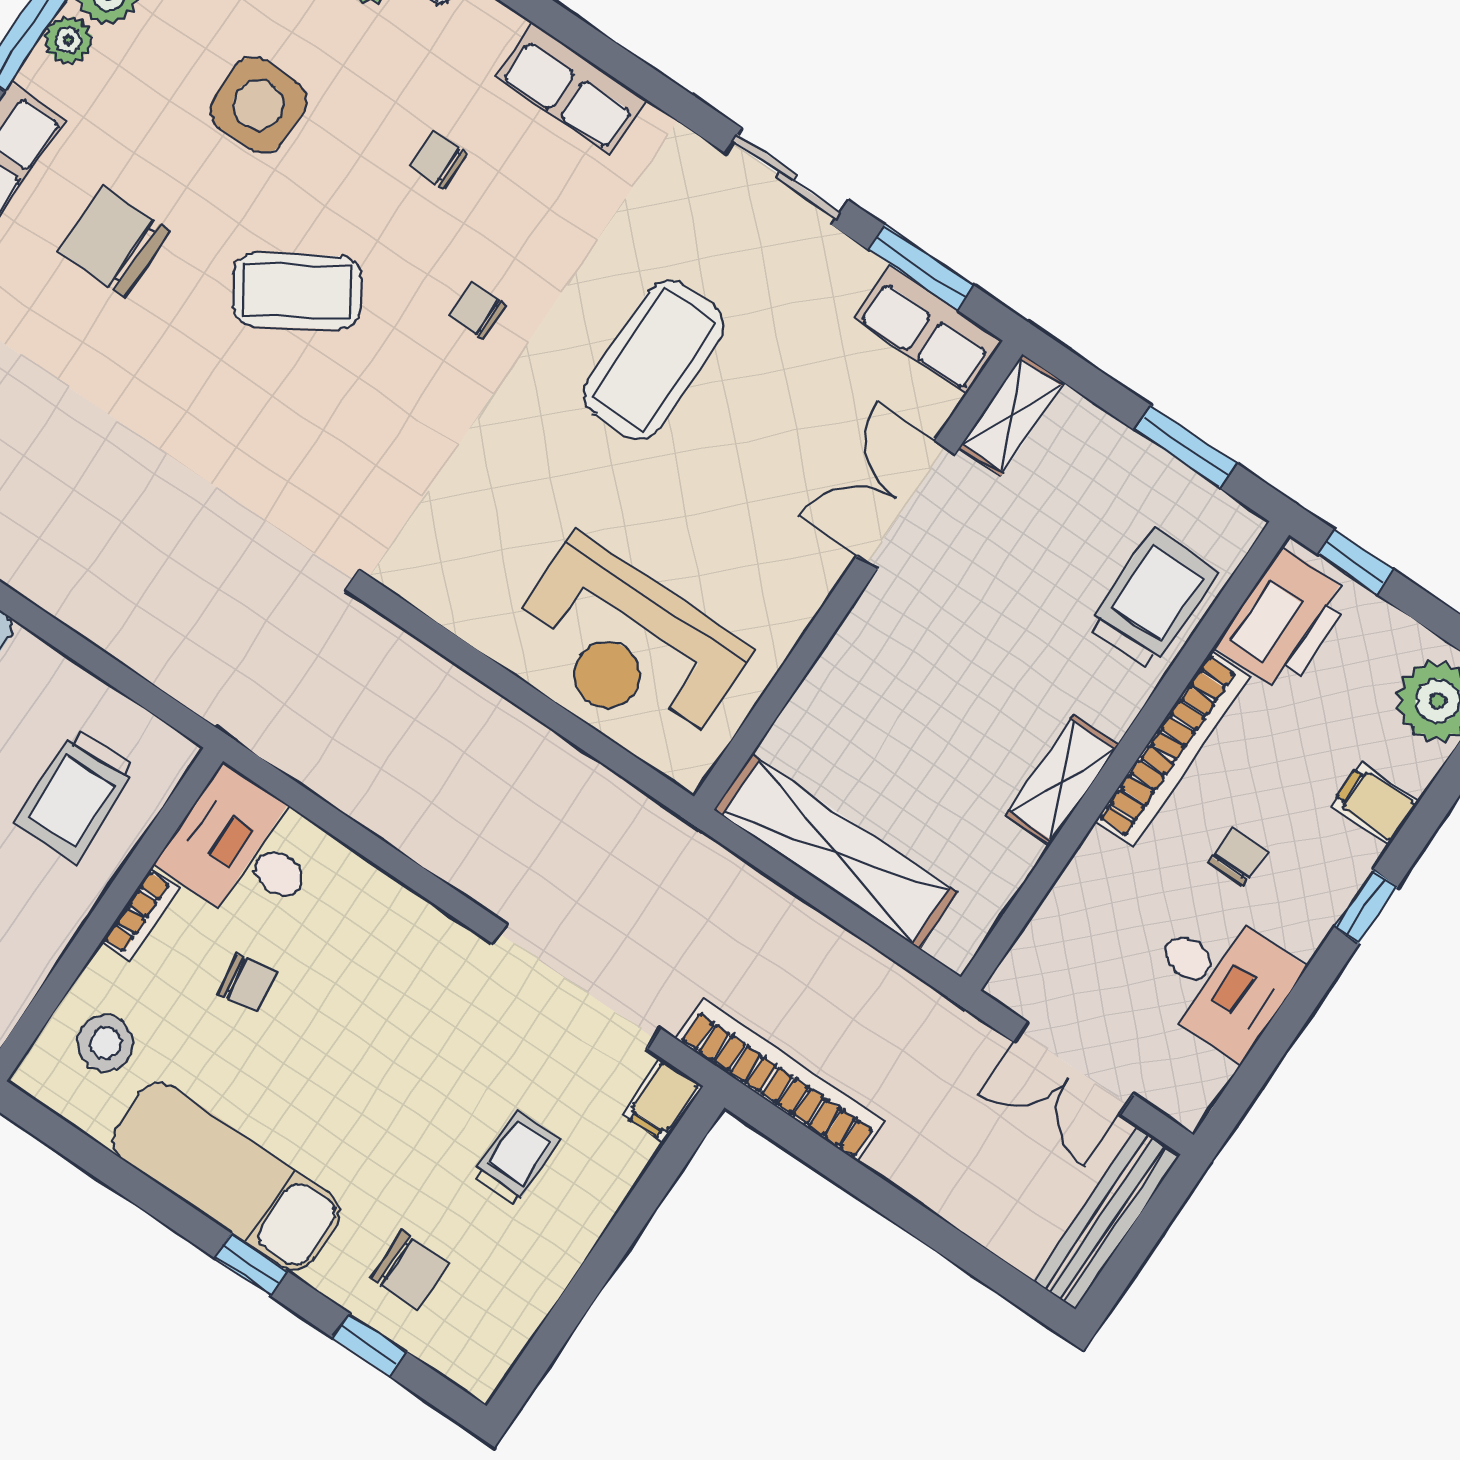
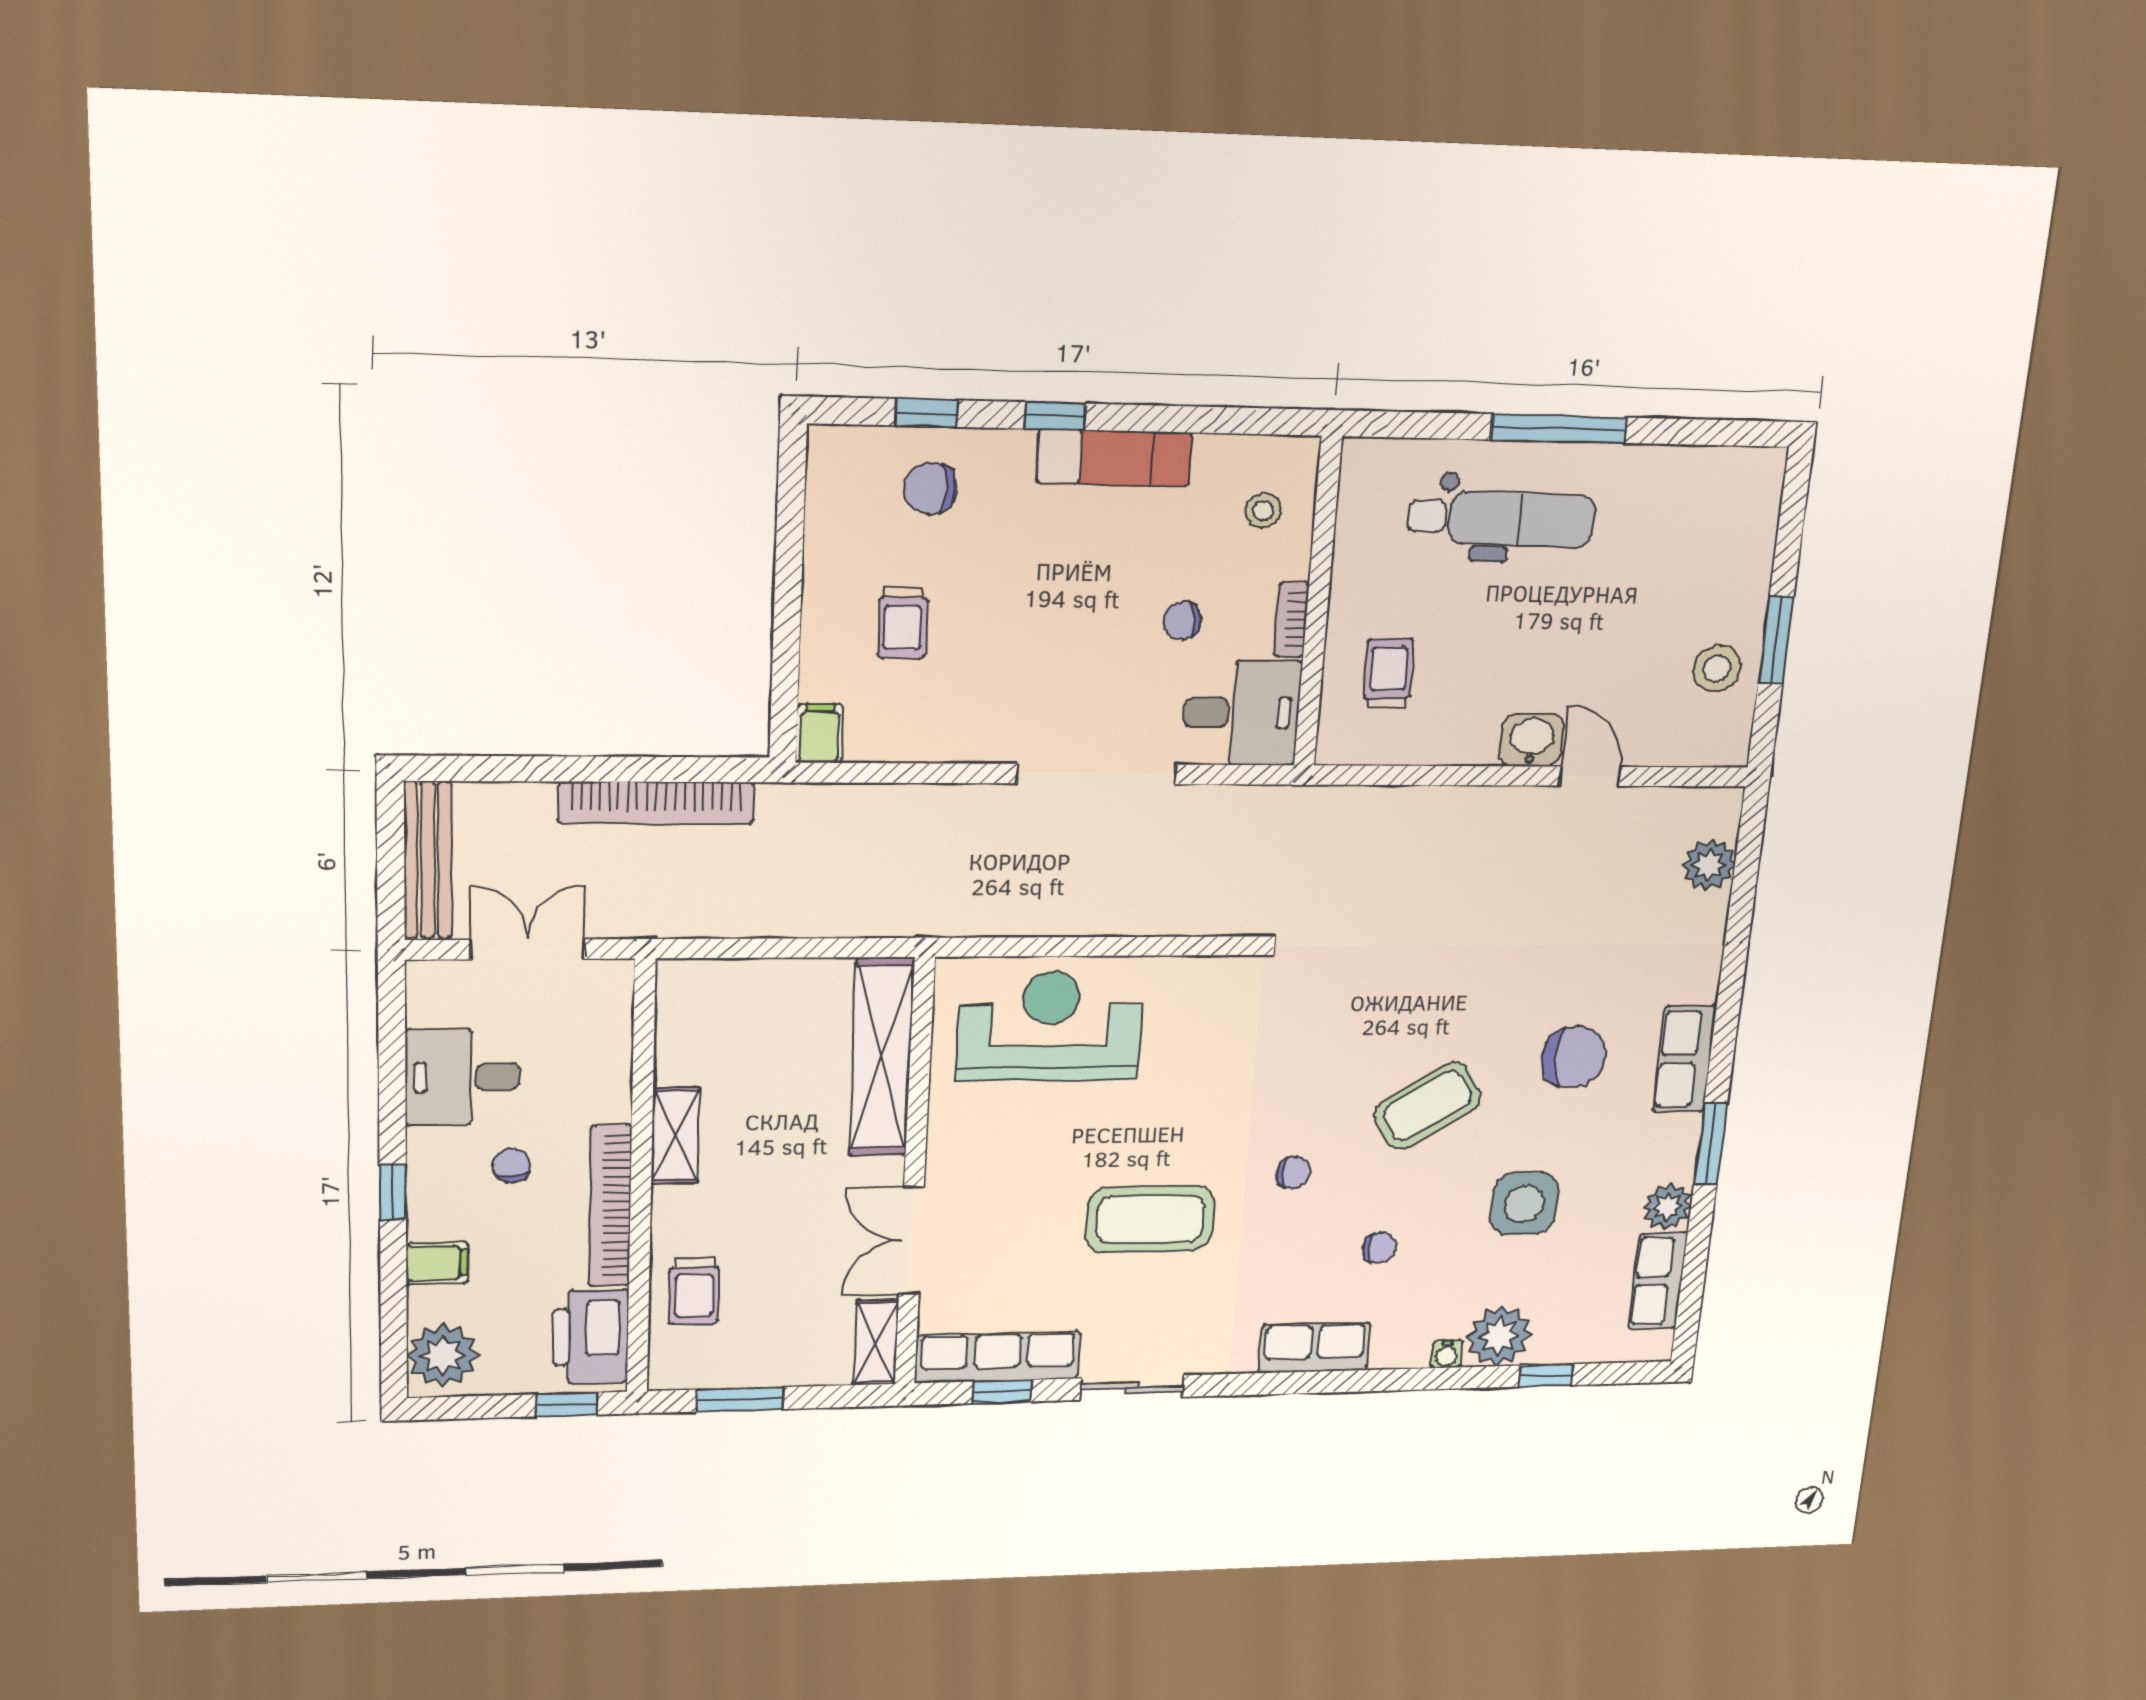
plant: (68, 40) -> (1678, 1162), removed
window: (921, 268) -> (1002, 1392), width x0.67
row of seats: (928, 329) -> (997, 1357), width x1.48
coffee table: (654, 360) -> (1150, 1219), turned 90
double door: (906, 505) -> (911, 1240), swing flipped
trolley: (1152, 600) -> (694, 1291), width x0.73, depth x0.72
trolley: (75, 795) -> (1388, 674), width x0.73, depth x0.72
shelving: (835, 851) -> (881, 1057), moved, turned 90
chair: (1237, 857) -> (511, 1166), turned 180
doorway: (577, 986) -> (1097, 774), moved
stool: (105, 1043) -> (1263, 511), width x0.73, depth x0.73
bookcase: (781, 1080) -> (656, 803), moved
exam couch: (226, 1176) -> (1114, 458), width x0.73, depth x0.69

